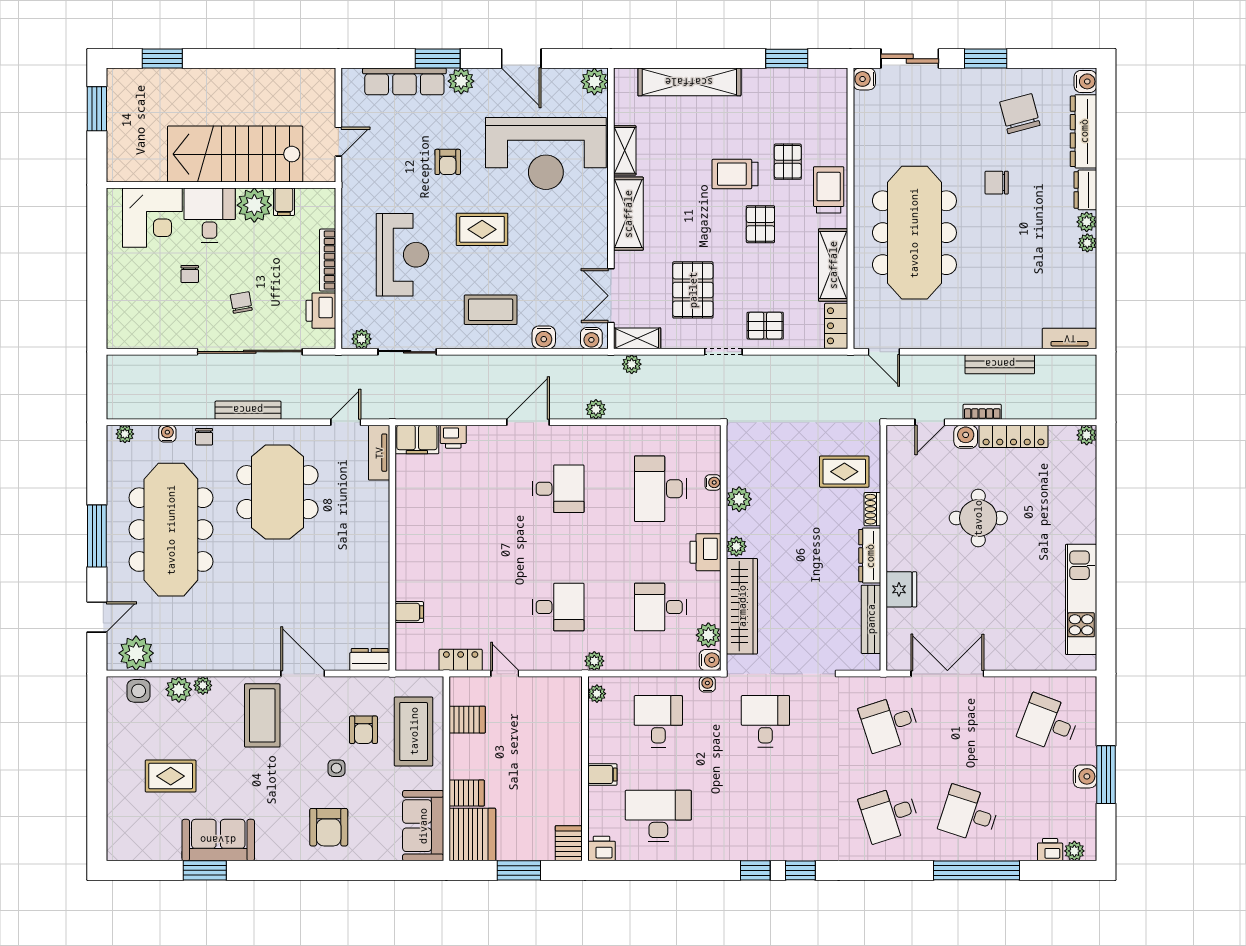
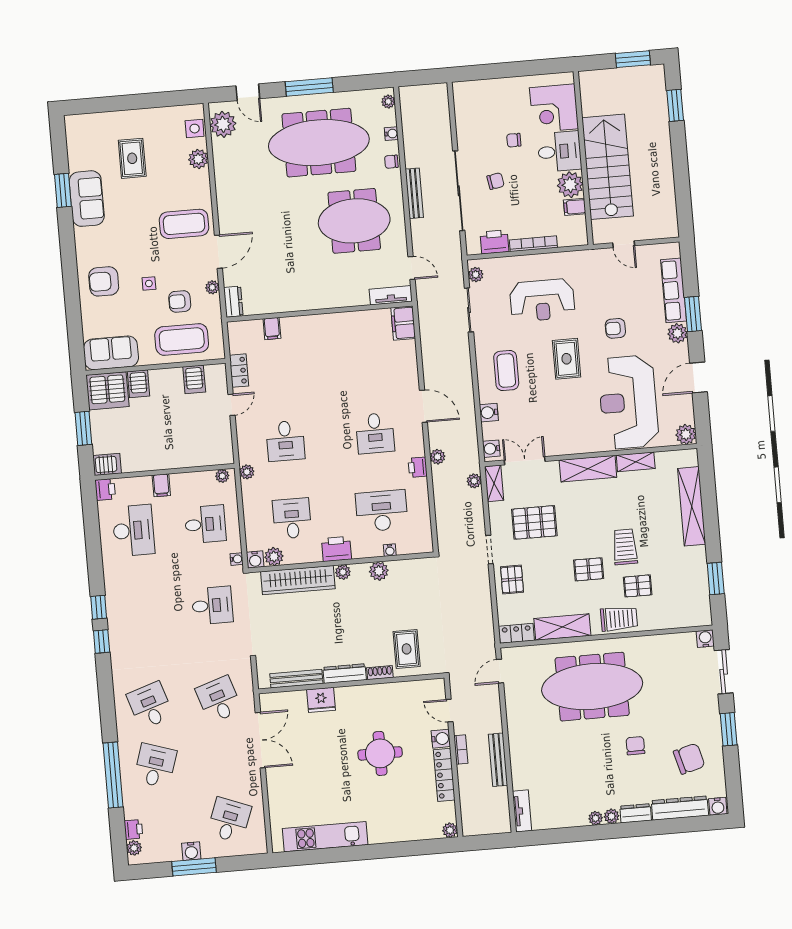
printer: (453, 437) -> (418, 467), moved
plant: (203, 685) -> (212, 287), moved

